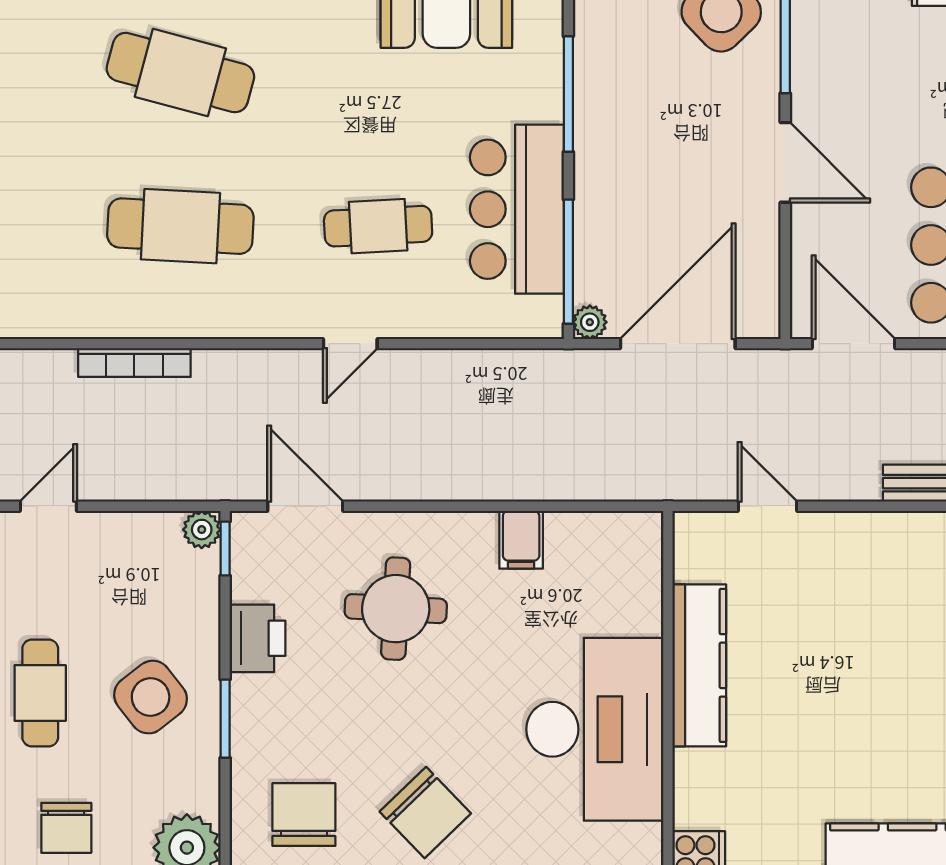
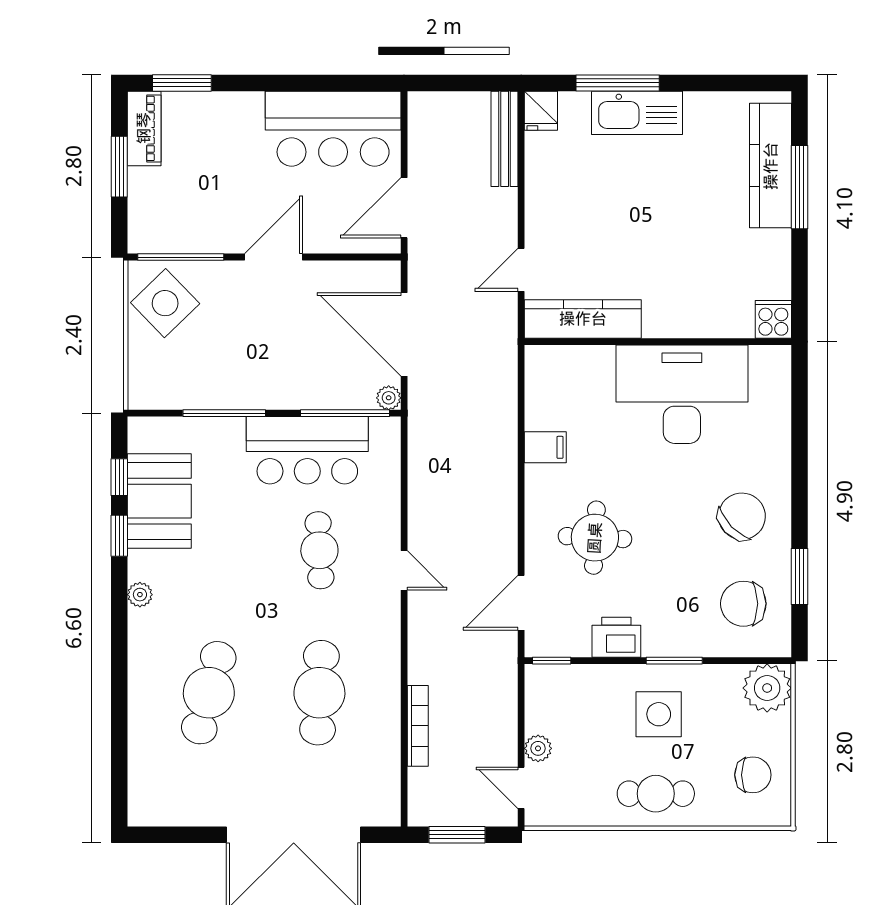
plant: (202, 530) -> (538, 748), moved
kitchen counter: (699, 665) -> (583, 319), moved
side table: (151, 697) -> (659, 714), turned 38

